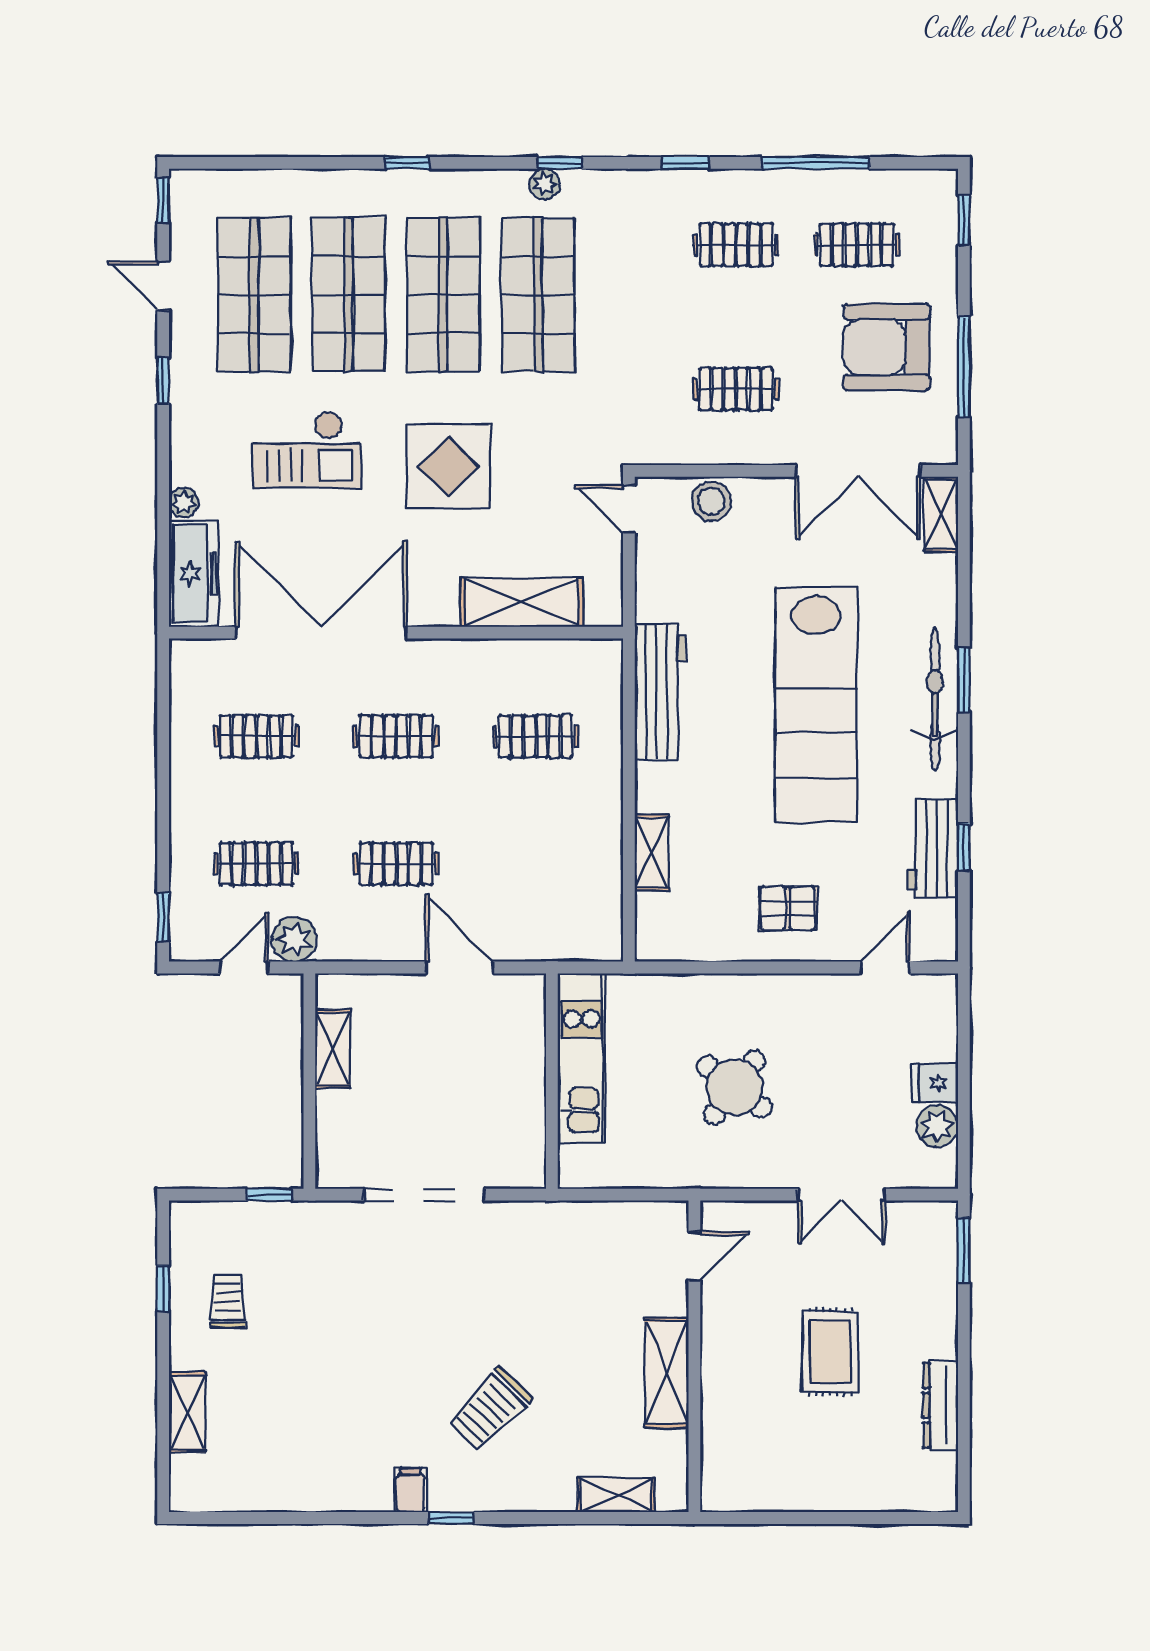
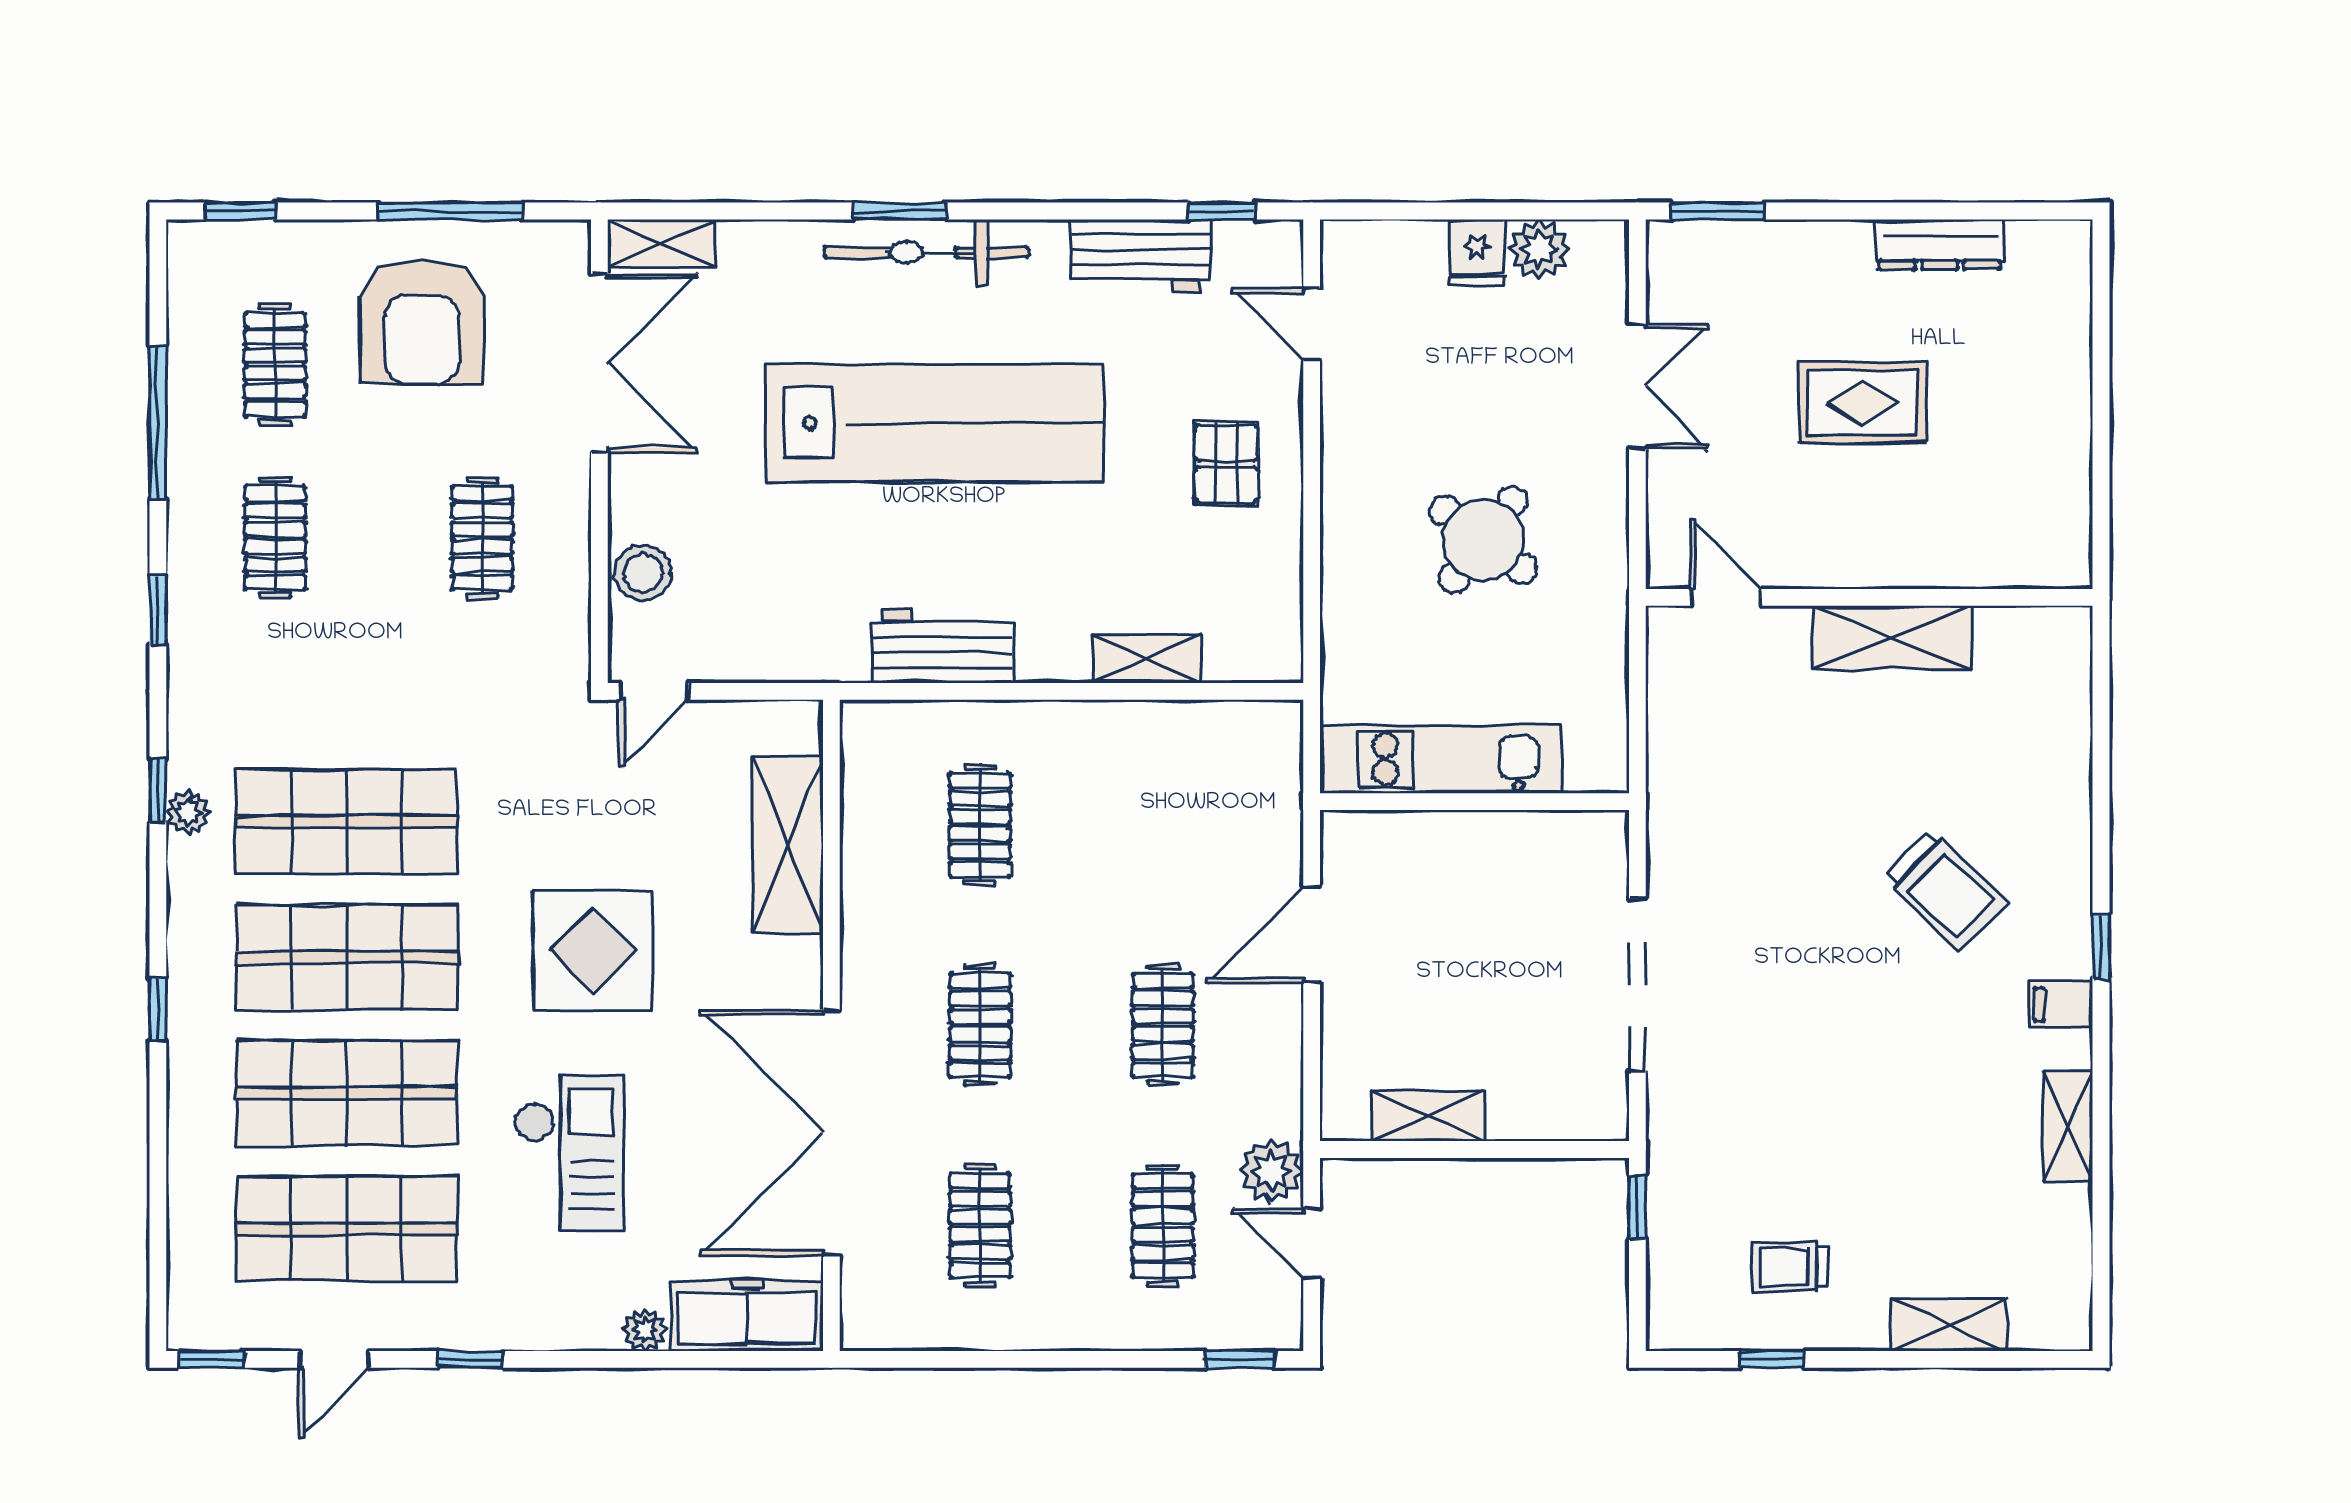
workbench: (660, 692) -> (942, 646), width x0.73
window: (964, 847) -> (1222, 211), moved
shelving: (616, 1495) -> (2068, 1126), moved

